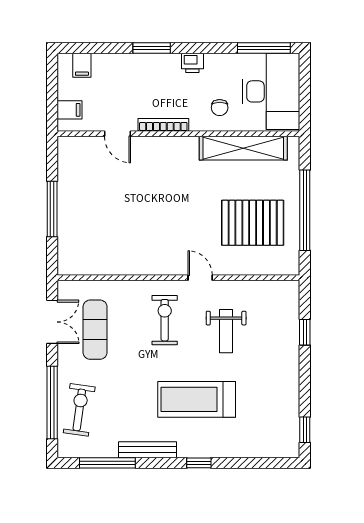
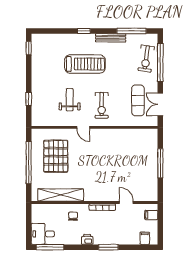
desk: (271, 91) -> (43, 234), width x0.53, depth x0.77
pallet: (253, 223) -> (56, 156), turned 90

